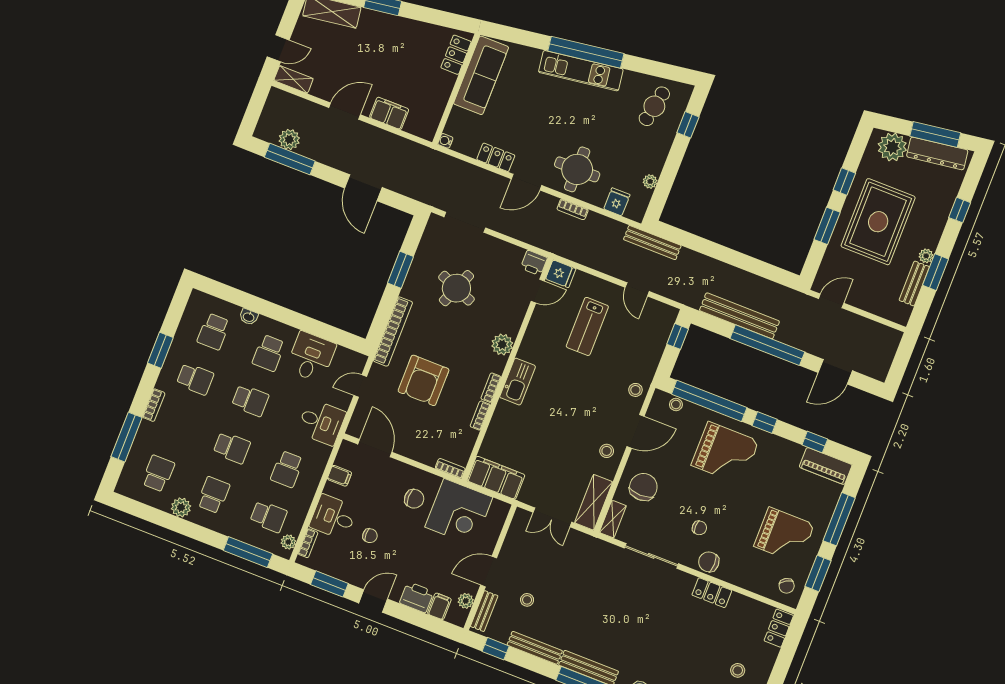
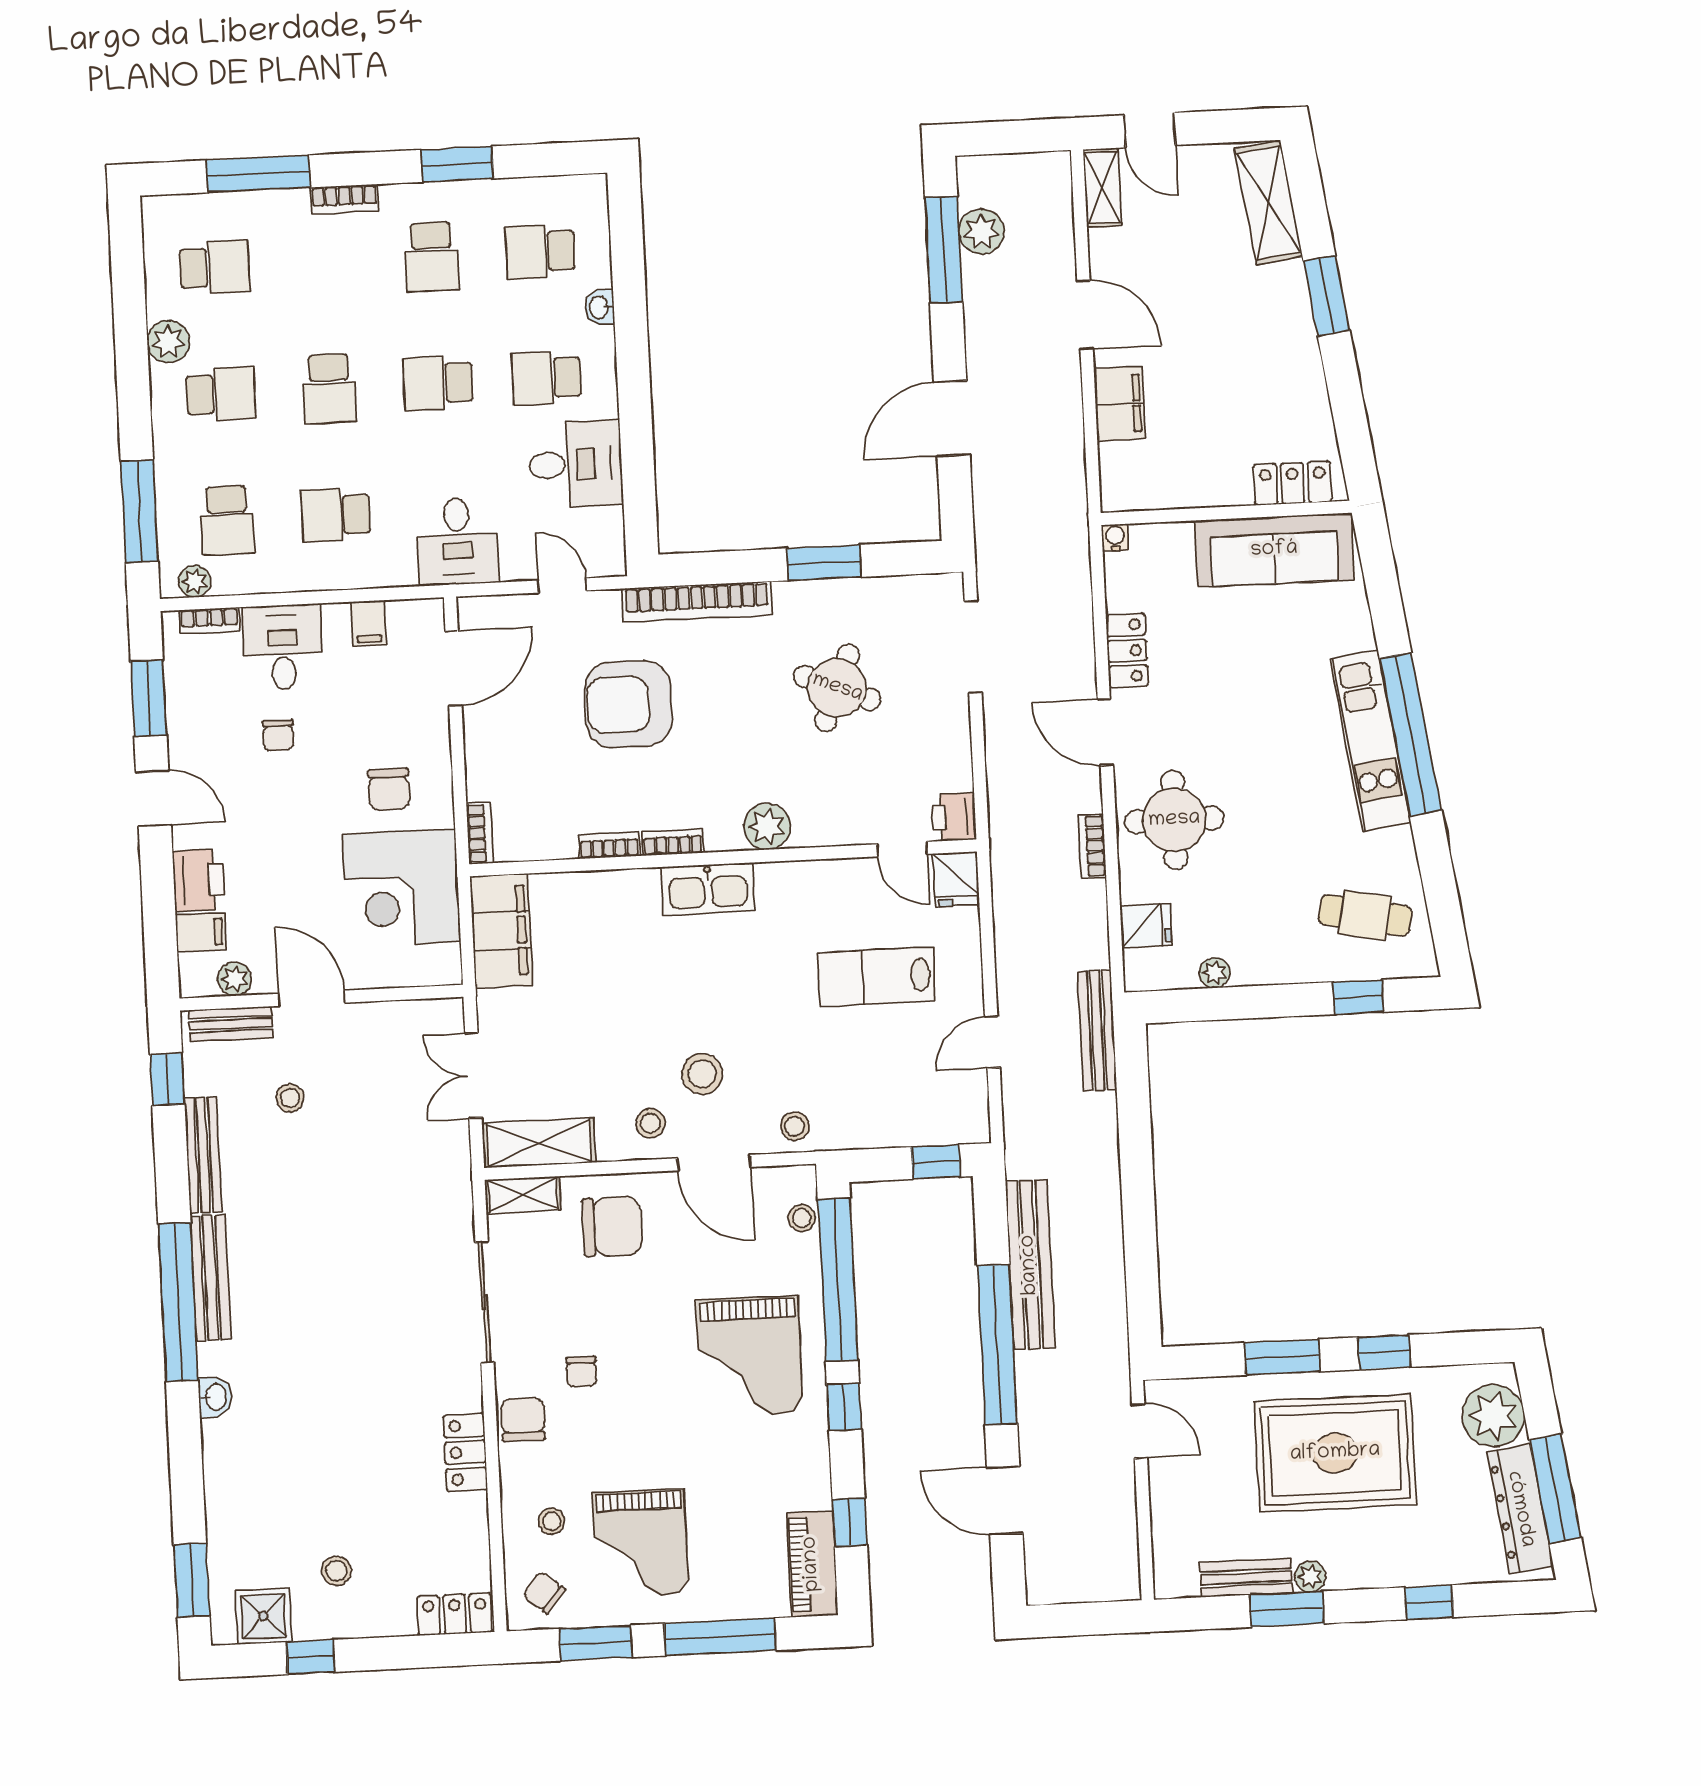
school desk: (250, 400) -> (438, 383), turned 90
stool: (595, 419) -> (702, 1074), added
stool: (758, 569) -> (552, 1521), added
chair: (787, 586) -> (544, 1593), turned 70

